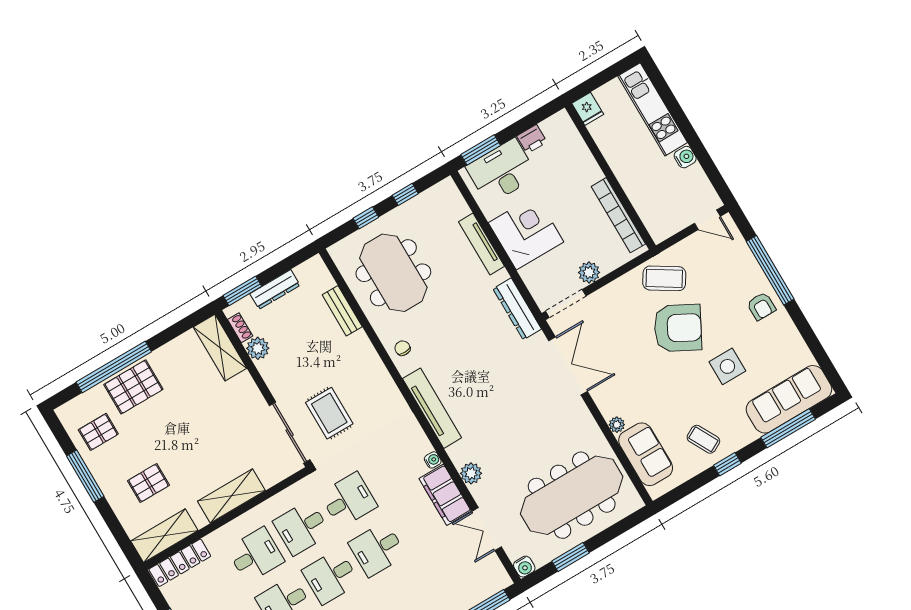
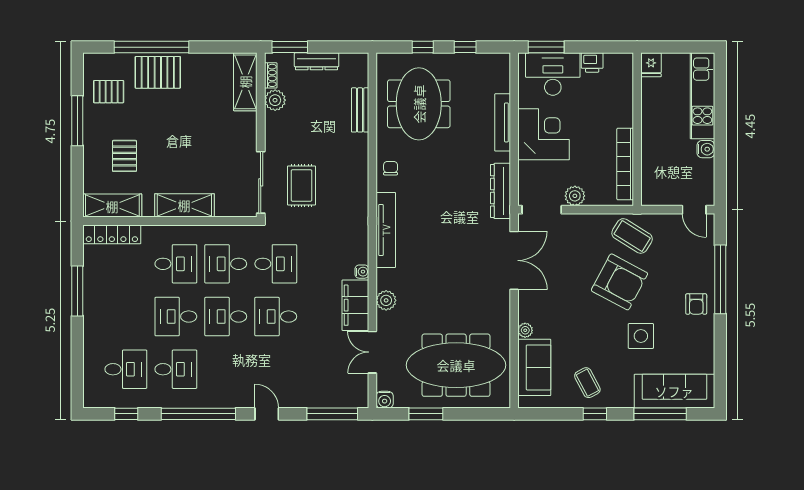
pallet: (148, 483) -> (124, 156), turned 90

